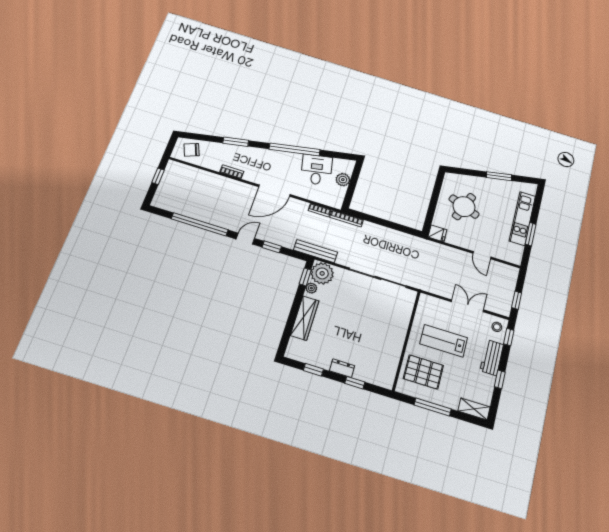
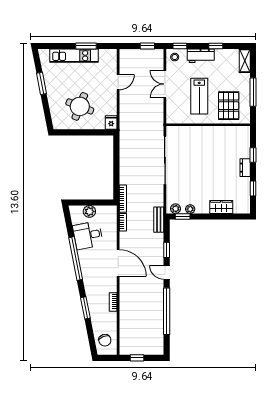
bench: (315, 251) -> (159, 220), width x0.73
plant: (322, 273) -> (175, 209), width x0.53, depth x0.53
wardrobe: (305, 318) -> (221, 207), width x0.67

